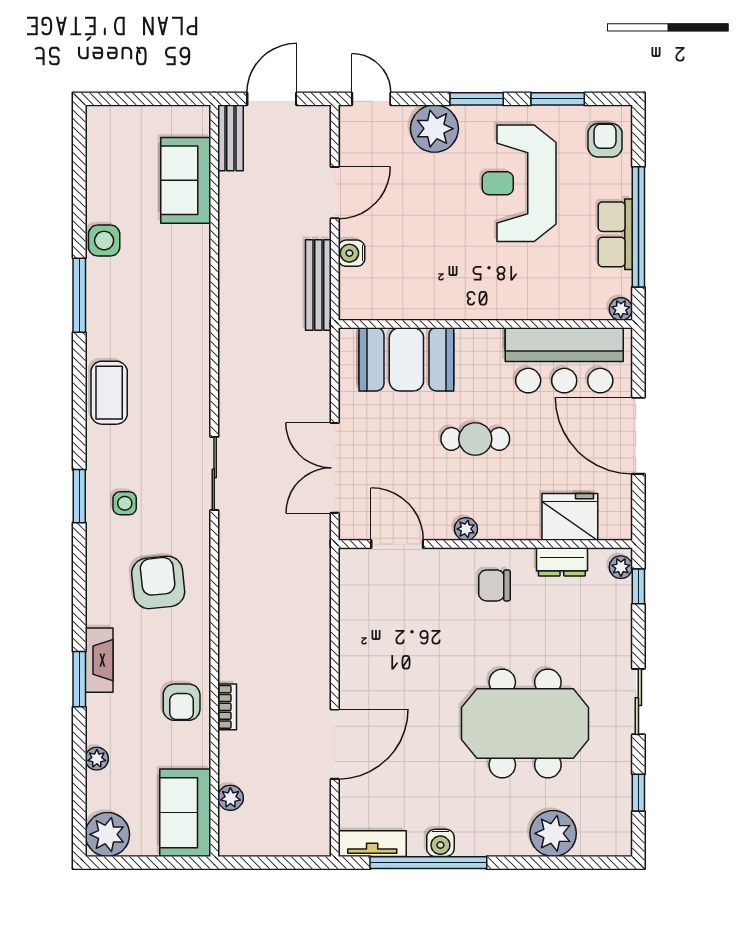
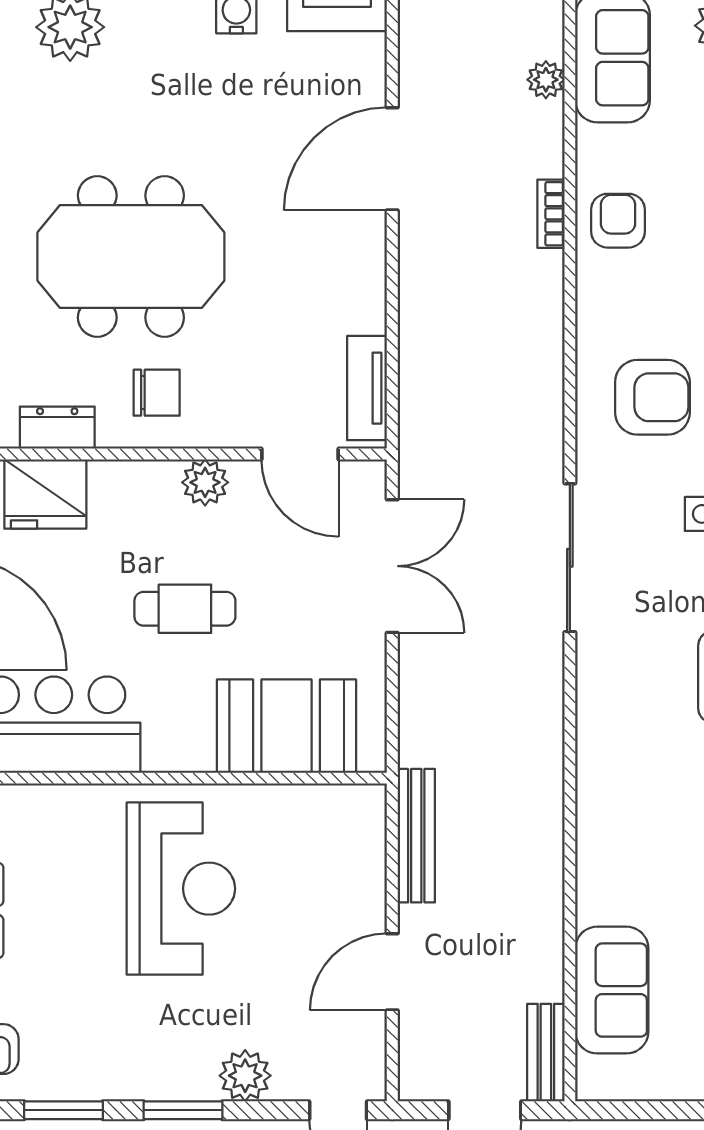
plant: (434, 129) -> (245, 1076), width x0.73, depth x0.73
reception desk: (519, 183) -> (181, 889), moved
water cooler: (352, 253) -> (367, 883), removed
sliding door: (214, 474) -> (570, 558), width x1.37
plant: (466, 529) -> (205, 482), width x1.38, depth x1.38
armchair: (158, 582) -> (652, 397), turned -84
tv unit: (352, 589) -> (367, 388), added
meeting table: (525, 724) -> (131, 256), moved

